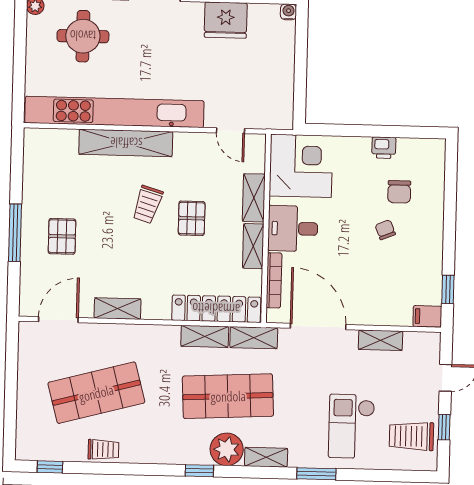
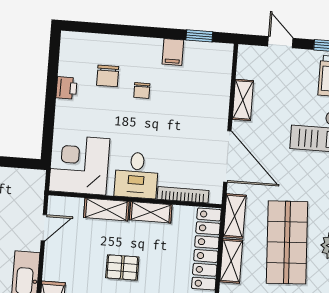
chair: (399, 192) -> (108, 76), turned 90
chair: (385, 230) -> (142, 90), turned -68
filing cabinet: (427, 316) -> (173, 52), moved
door: (318, 326) -> (227, 157), swing flipped

